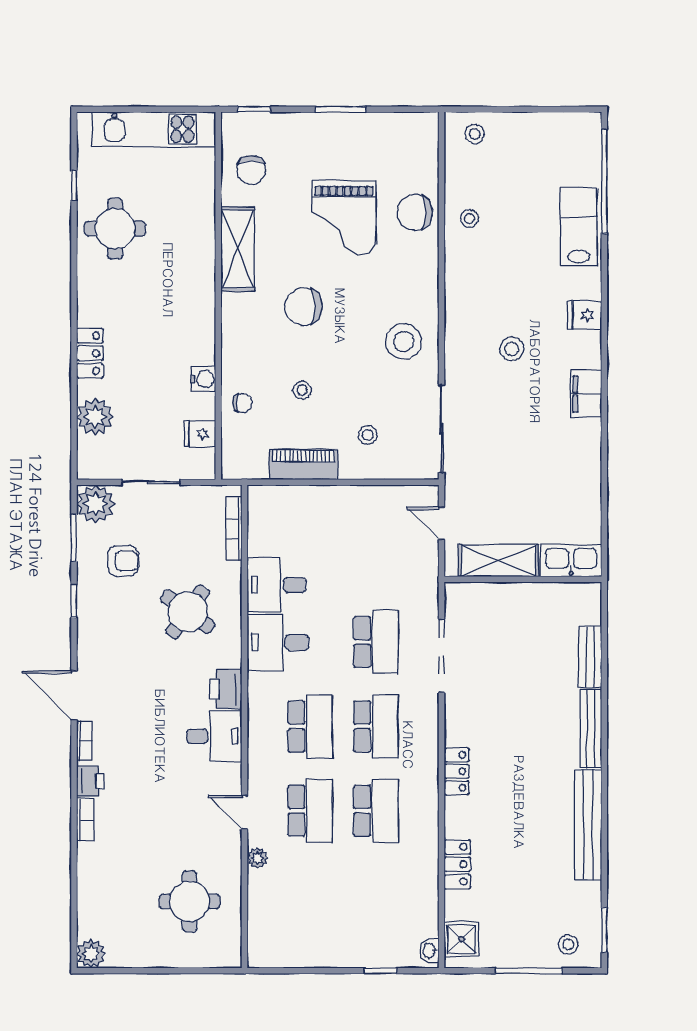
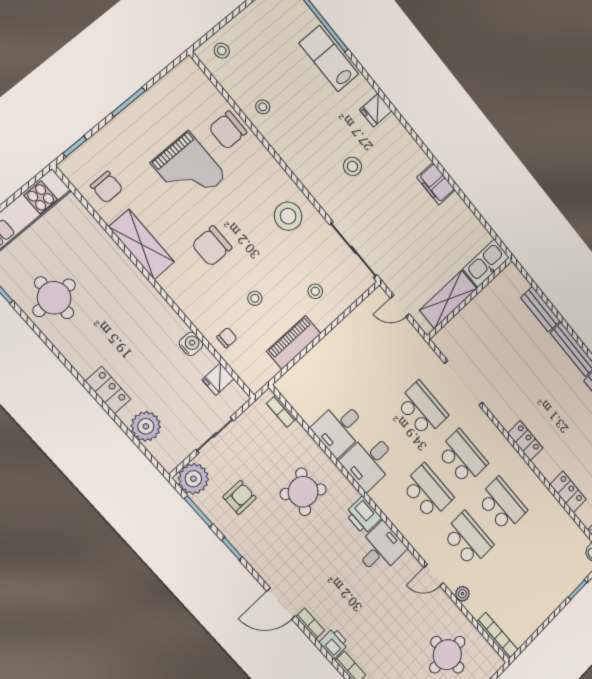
filing cabinet: (586, 394) -> (436, 184), moved
bookcase: (234, 529) -> (281, 411), width x0.64
bookcase: (256, 933) -> (497, 636), added

